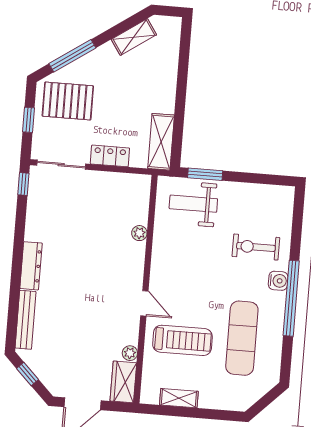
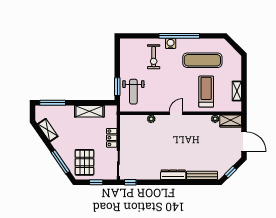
window: (185, 50) -> (53, 103), added
shelving: (161, 142) -> (89, 111), moved
door: (144, 303) -> (176, 113), moved

